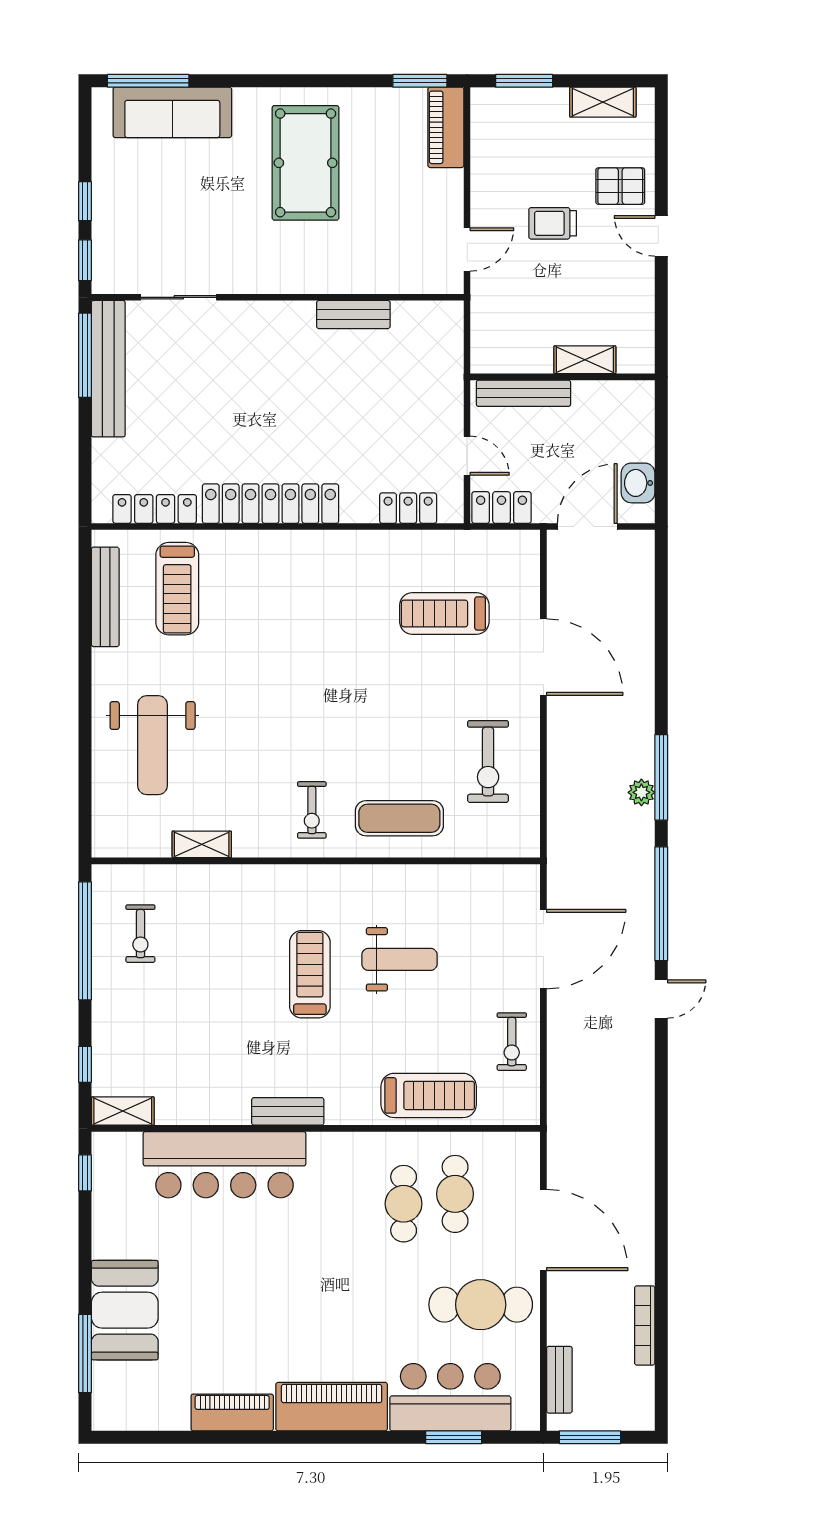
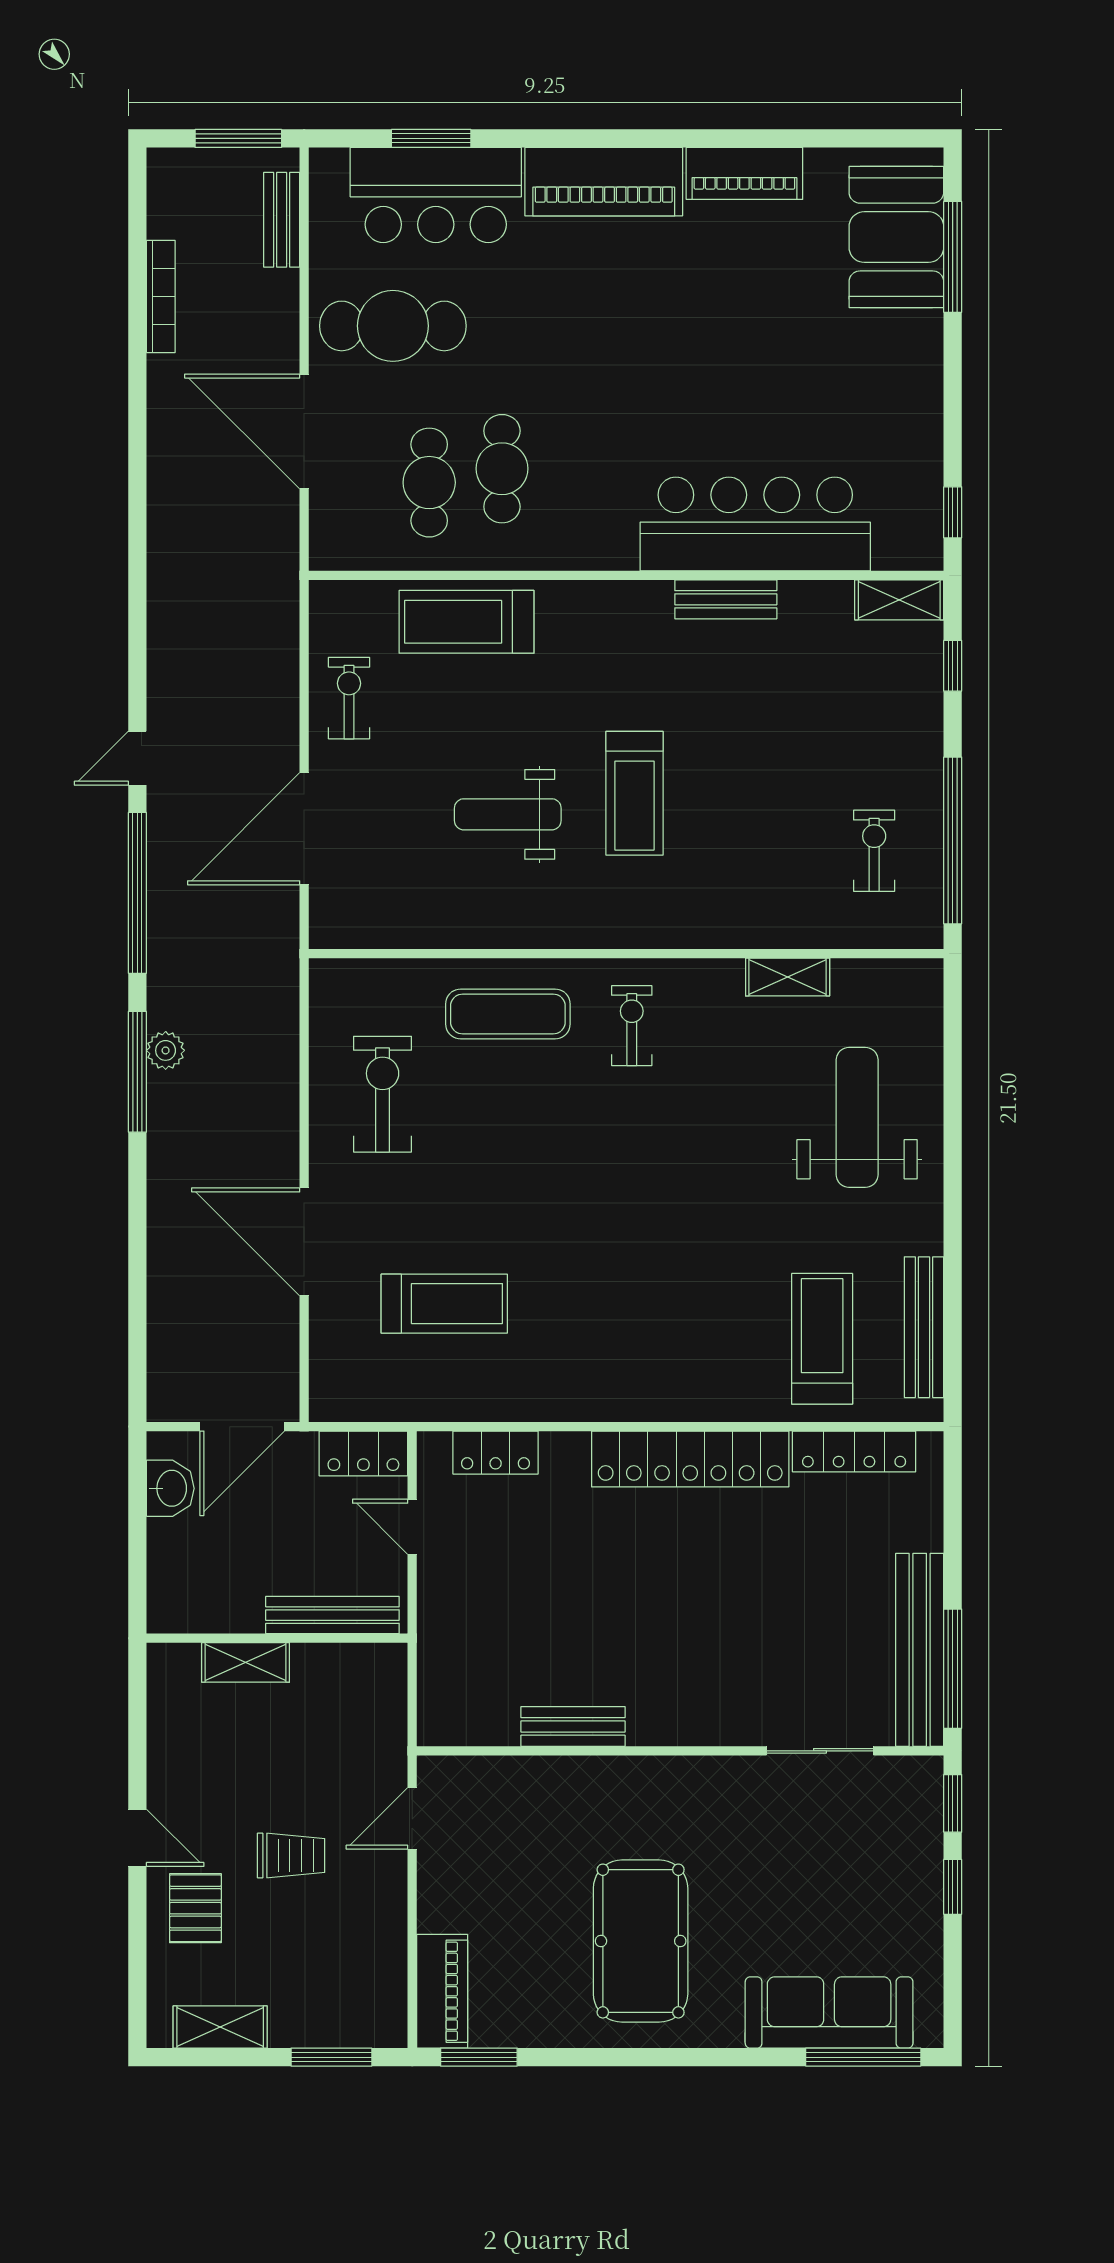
pallet: (620, 186) -> (195, 1908), turned 90
bench: (288, 1111) -> (726, 599), moved
booth: (125, 1310) -> (896, 237), moved

